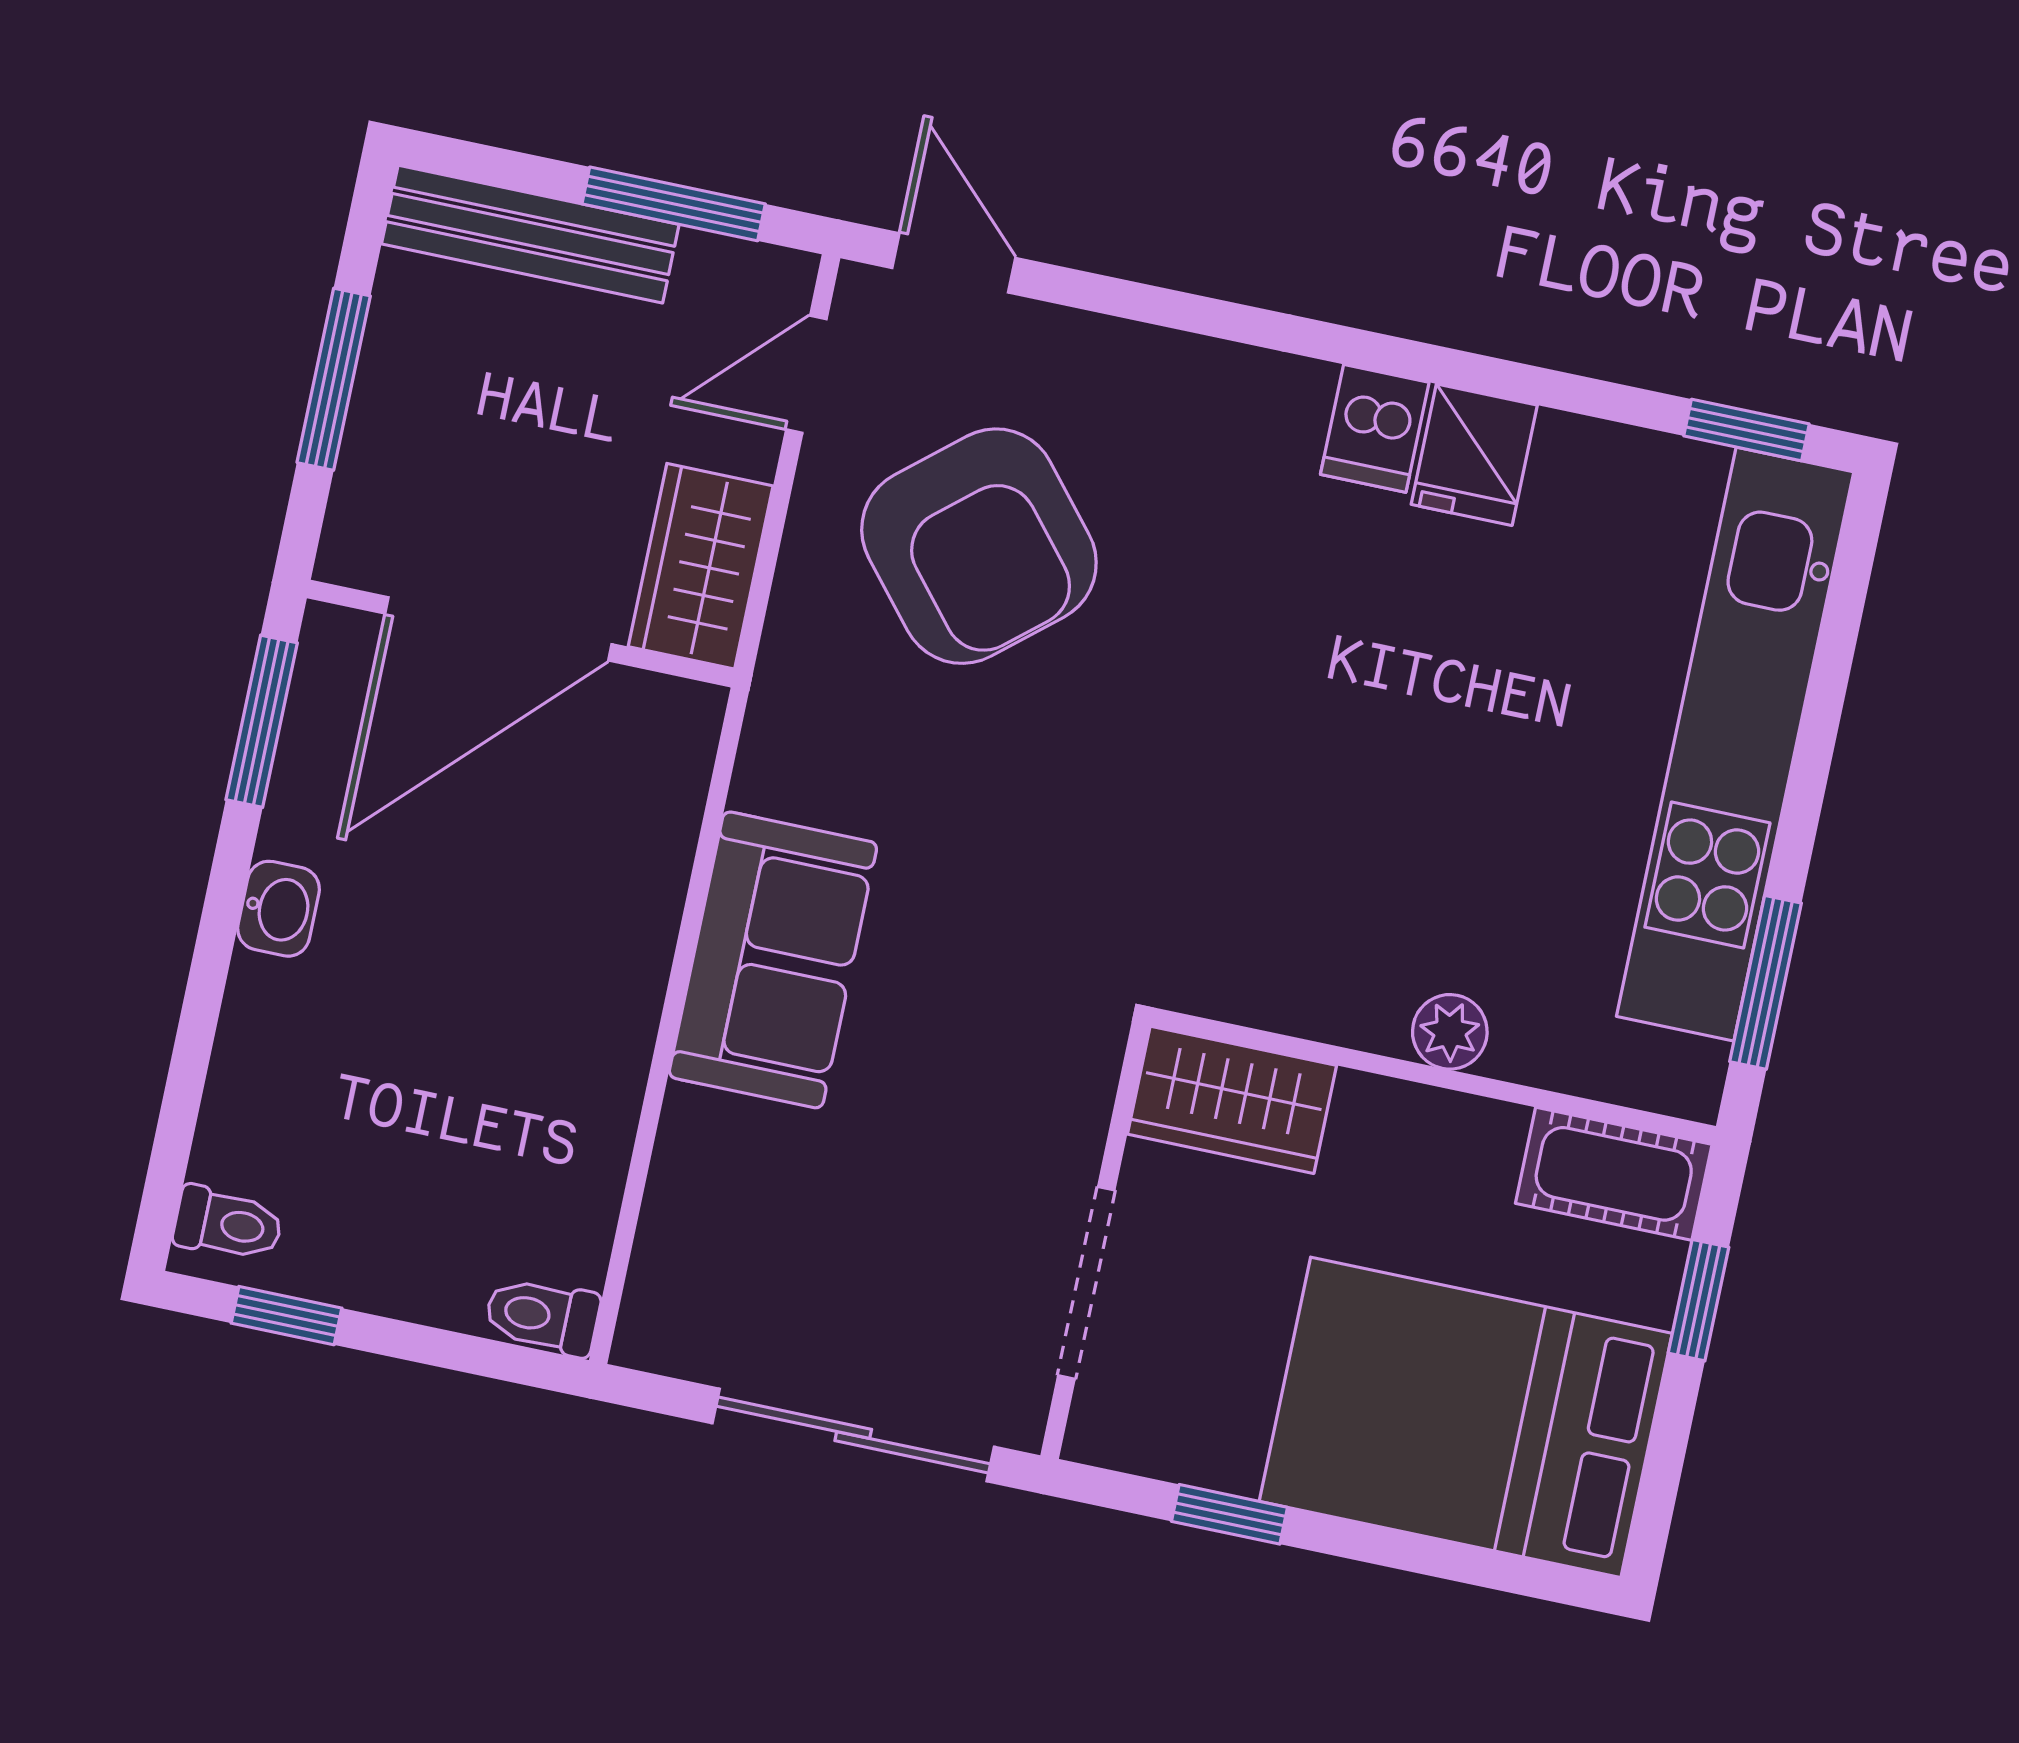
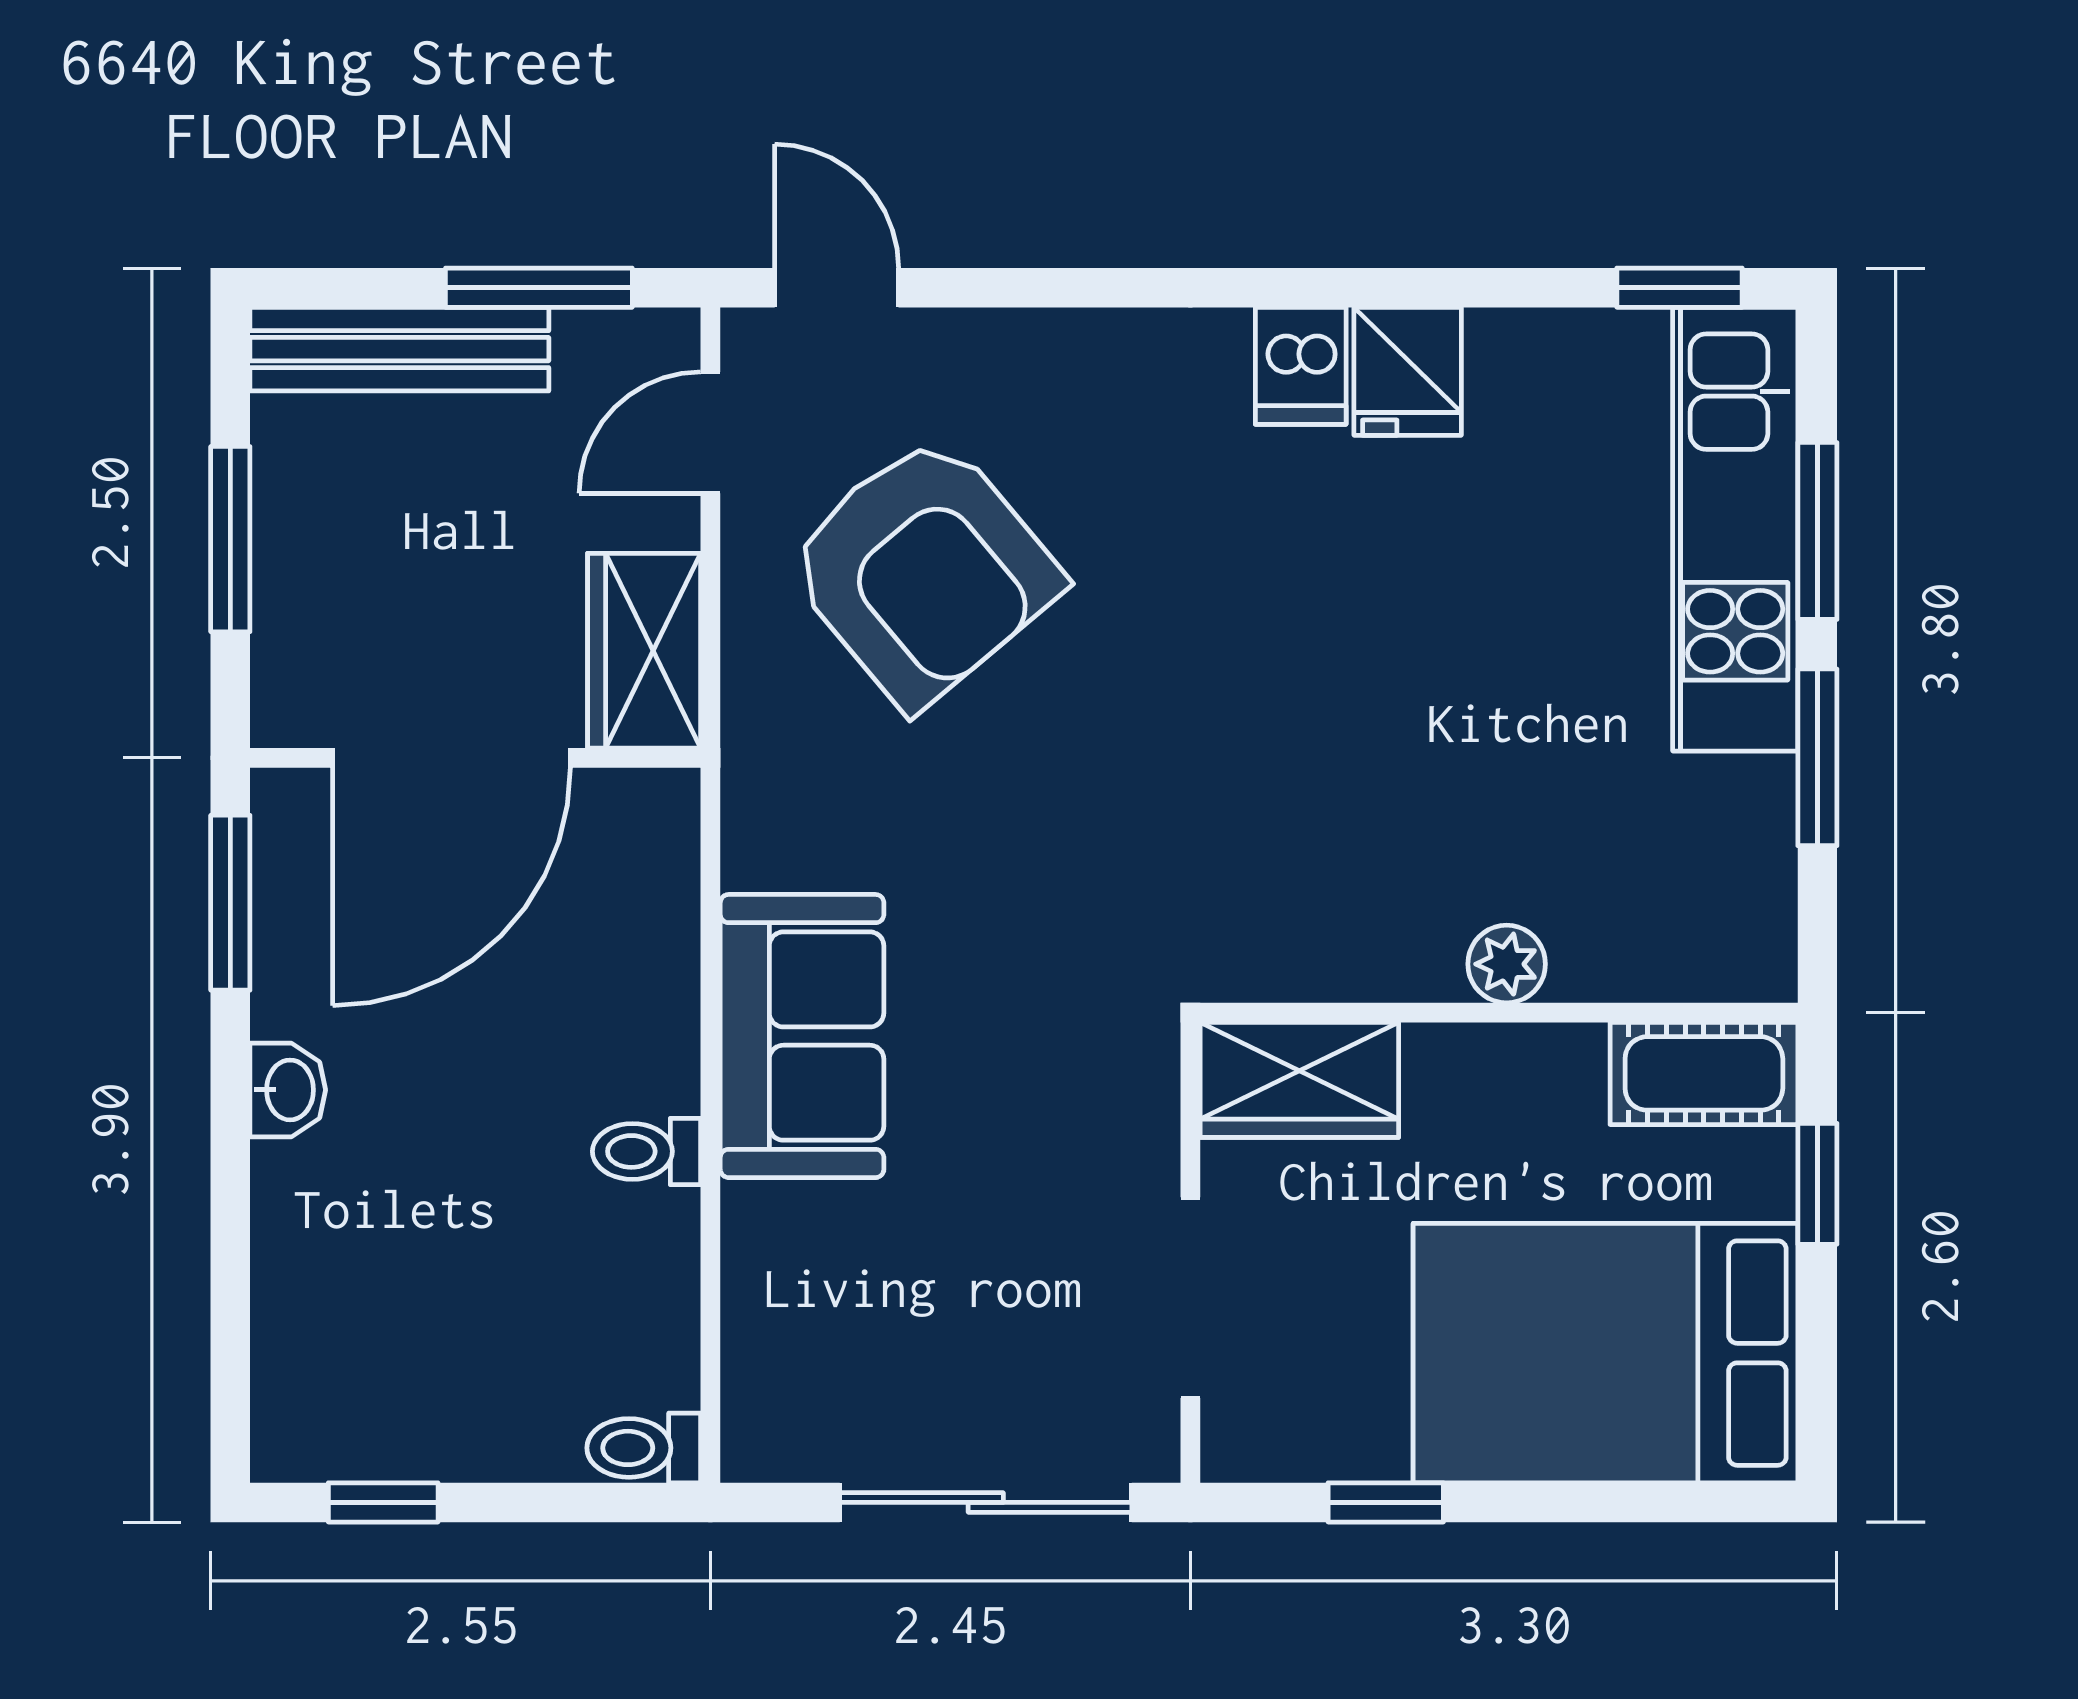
window: (1828, 686) -> (1817, 531), added
kitchen unit: (1735, 744) -> (1735, 529), width x0.73
window: (1766, 982) -> (1817, 757), moved
toilet: (228, 1224) -> (646, 1151), moved, turned 180

